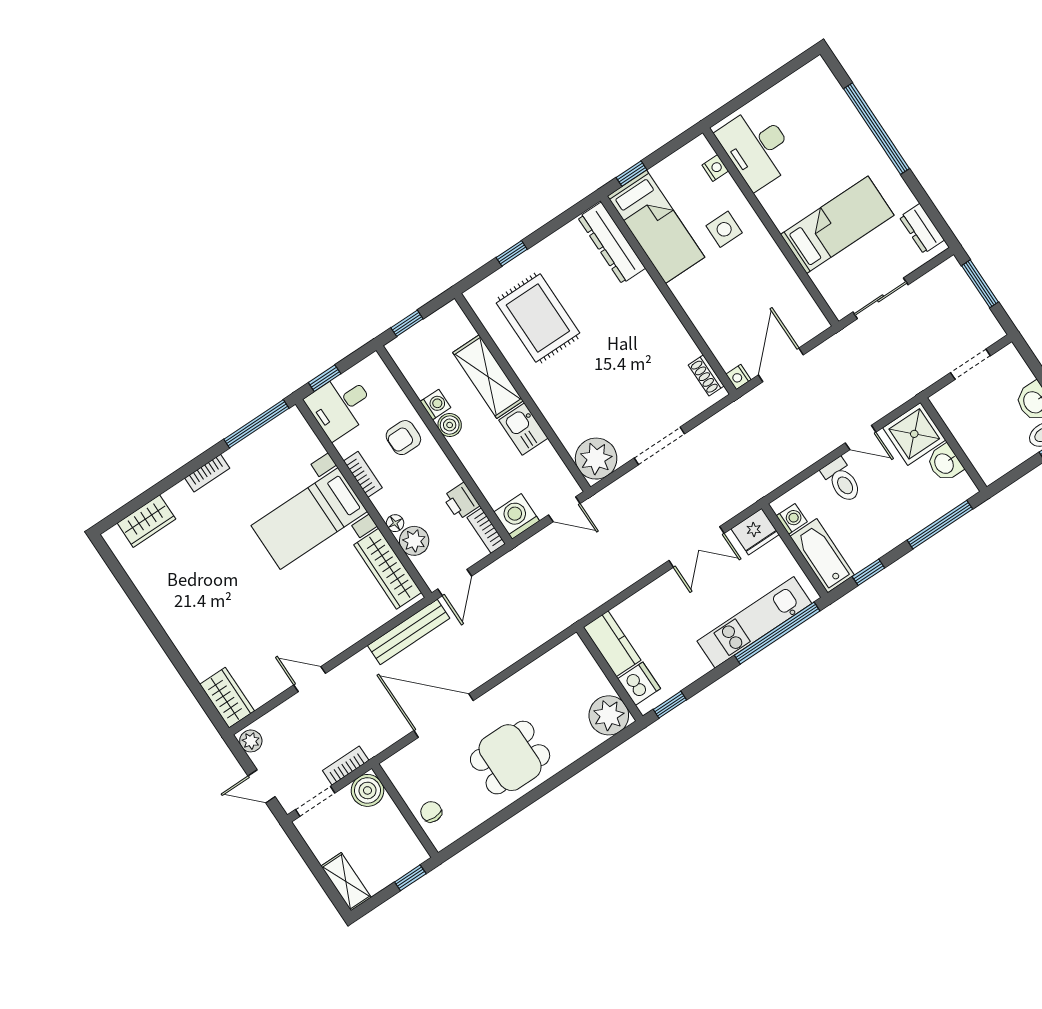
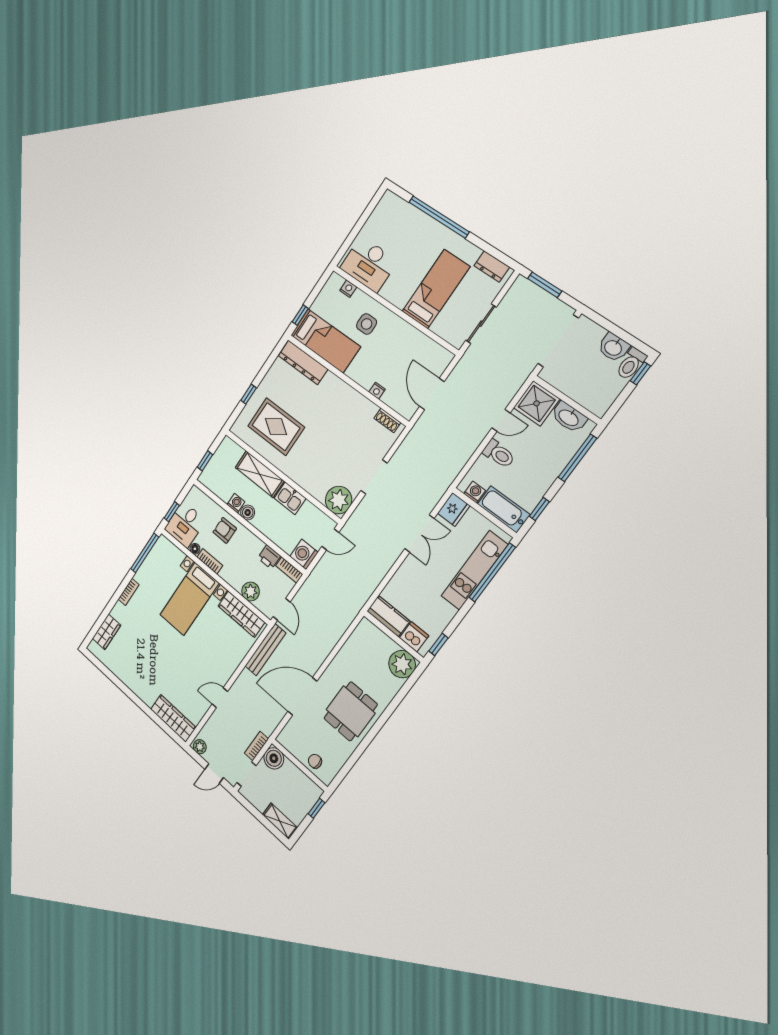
doorway: (970, 364) -> (558, 341), width x1.88
nightstand: (738, 377) -> (377, 391), moved
armchair: (403, 438) -> (225, 530), turned 90
washbasin: (945, 463) -> (569, 417), width x1.38
floor lamp: (395, 523) -> (195, 549), moved
wardrobe: (227, 698) -> (173, 718), width x1.50

